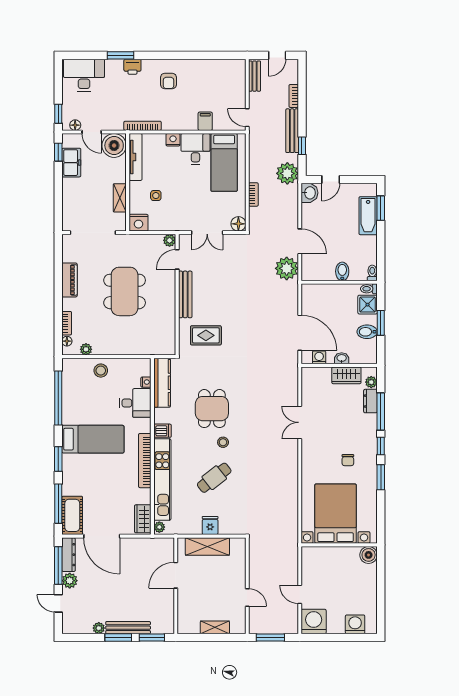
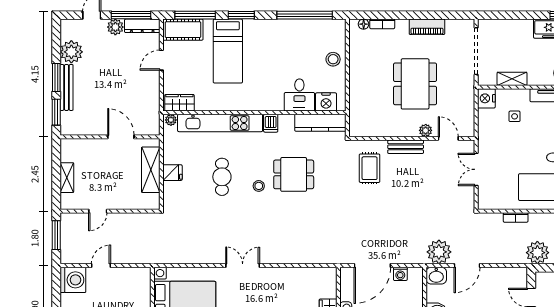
washbasin: (310, 193) -> (436, 276), moved
floor lamp: (238, 224) -> (485, 202), removed
plant: (170, 240) -> (426, 130), moved
dining table: (125, 291) -> (415, 84), turned 90
bench: (185, 294) -> (406, 147), width x0.73
plant: (86, 349) -> (355, 44), removed
washing machine: (319, 357) -> (400, 274), moved, turned 90
nightstand: (146, 382) -> (326, 102), width x1.89, depth x1.79
double door: (300, 422) -> (243, 266), moved
bed: (93, 439) -> (228, 51), moved
bookcase: (145, 461) -> (240, 105), removed
cafe table: (214, 478) -> (222, 177), turned 38
door: (102, 536) -> (161, 60), width x0.53
plant: (99, 628) -> (71, 52), width x1.87, depth x1.87

